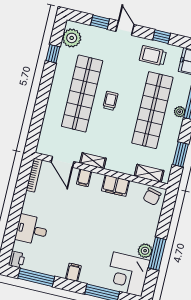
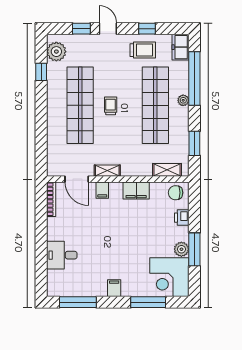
trolley: (153, 56) -> (143, 50), turned 180
chair: (152, 196) -> (176, 193), turned 76
printer: (17, 260) -> (182, 218), moved, turned 180

